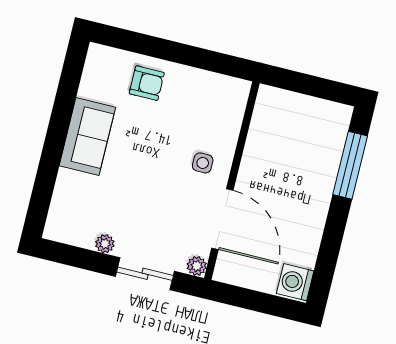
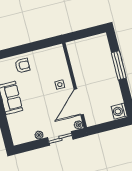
window: (350, 165) -> (119, 65), moved
door: (222, 219) -> (79, 102), swing flipped

